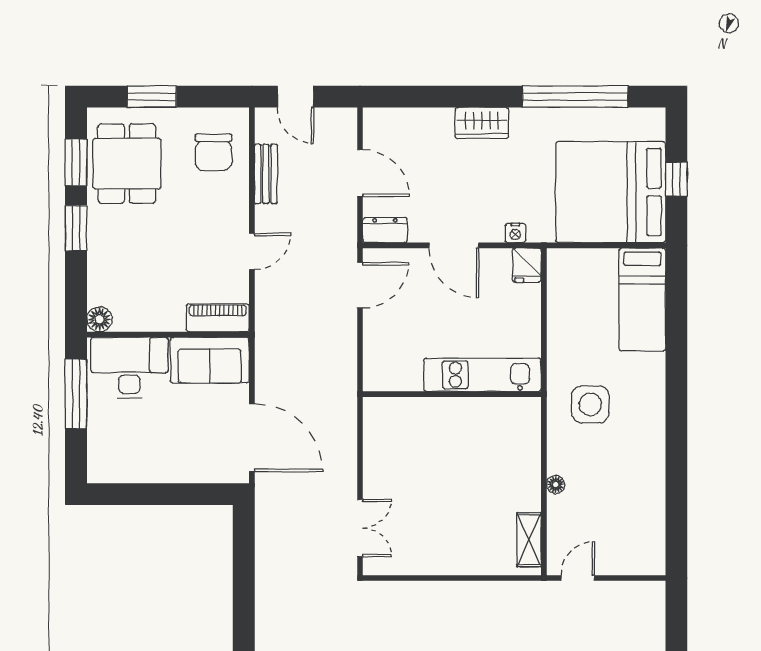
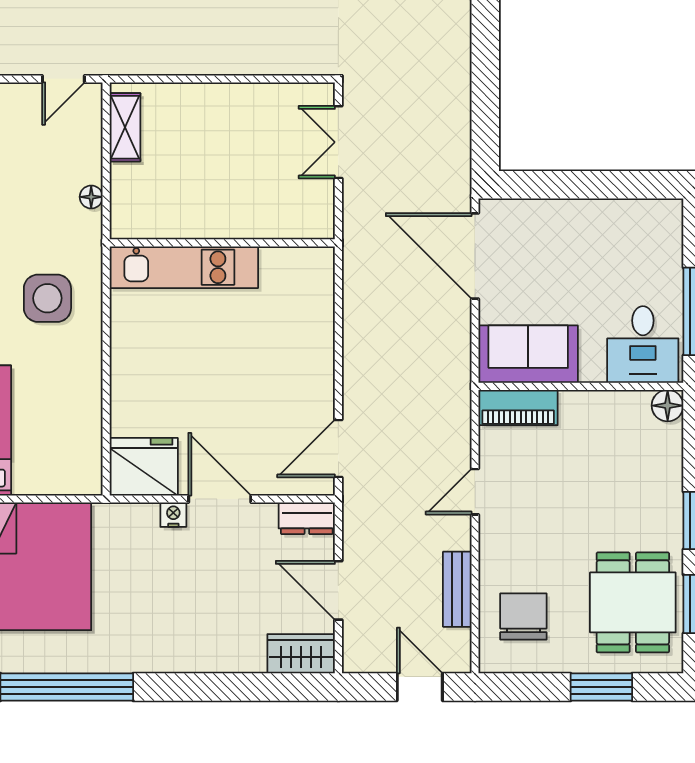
wardrobe: (482, 123) -> (301, 654), moved
nightstand: (515, 233) -> (173, 515), moved
fridge: (527, 265) -> (144, 467), width x1.88, depth x1.34
desk: (129, 368) -> (643, 344), width x0.73
kitchen unit: (482, 375) -> (184, 267), moved
wall: (452, 394) -> (222, 243), moved

